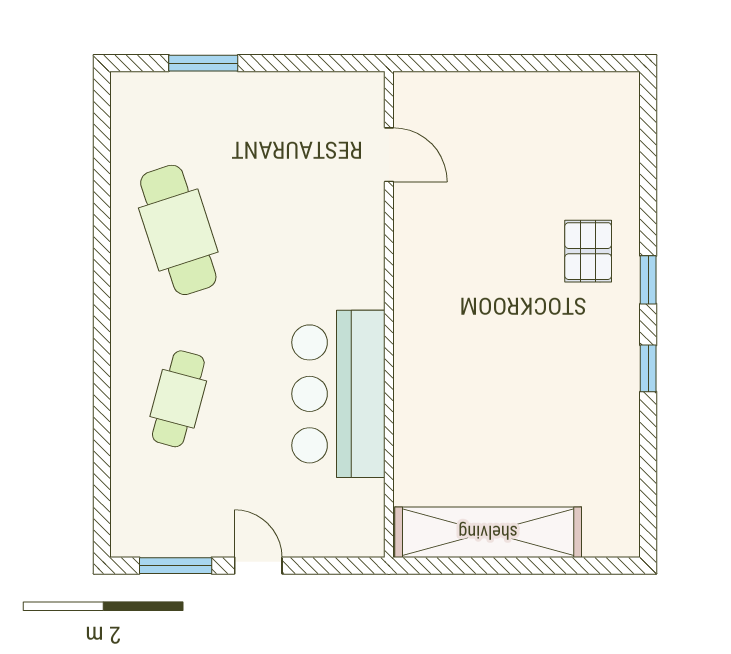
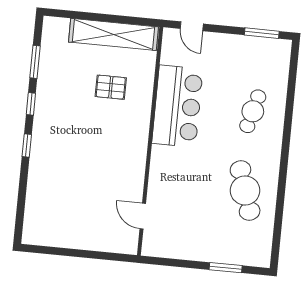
pallet: (588, 251) -> (111, 87), moved, turned 90
window: (648, 458) -> (35, 62), added
door: (258, 566) -> (192, 26), moved

